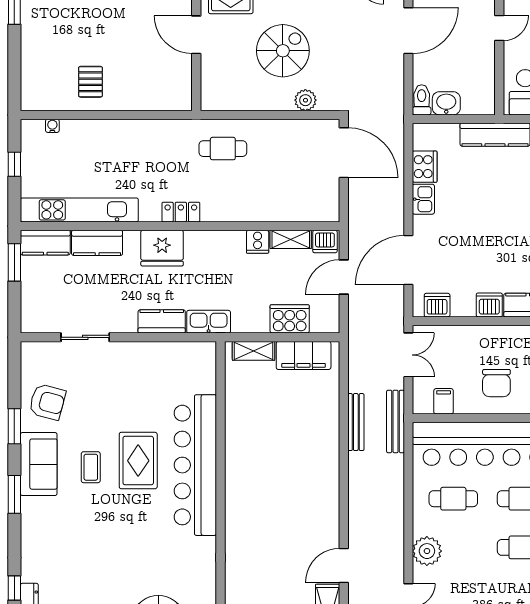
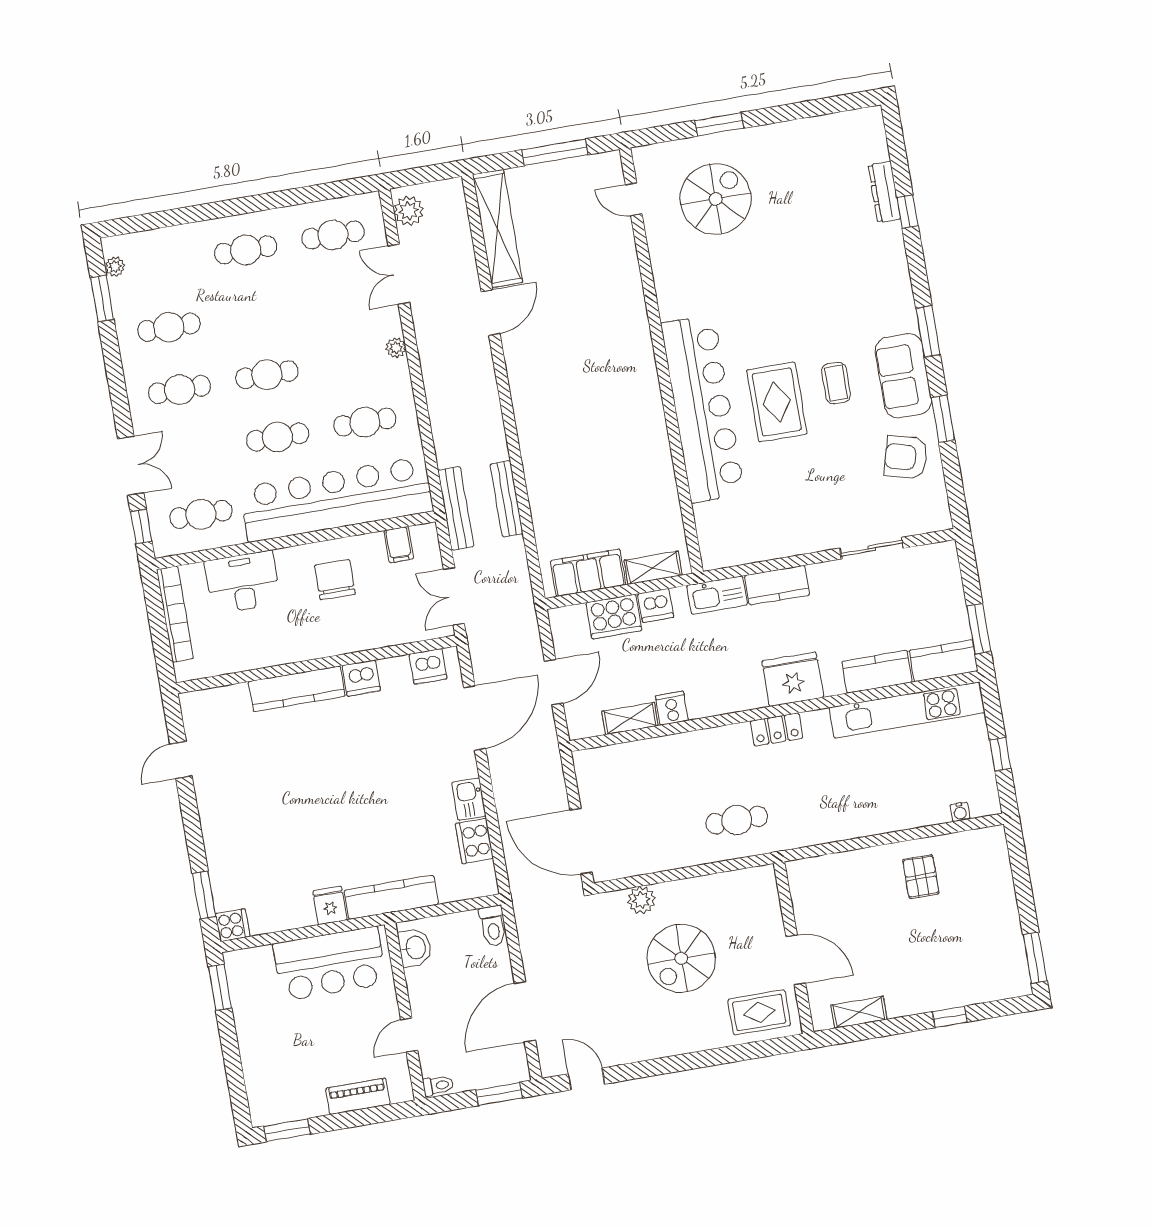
washbasin: (446, 103) -> (415, 948), moved, turned -90
dishwasher: (325, 242) -> (656, 605), moved, turned 180
plant: (427, 551) -> (396, 348), width x0.53, depth x0.53

